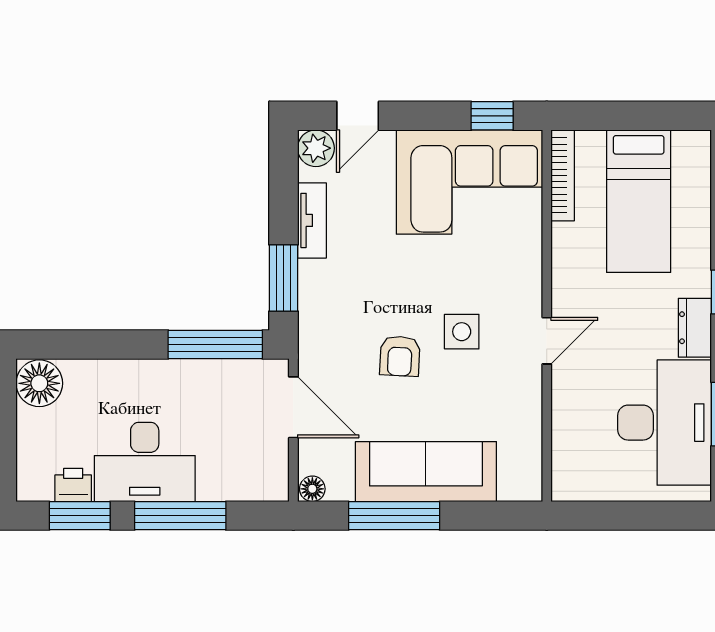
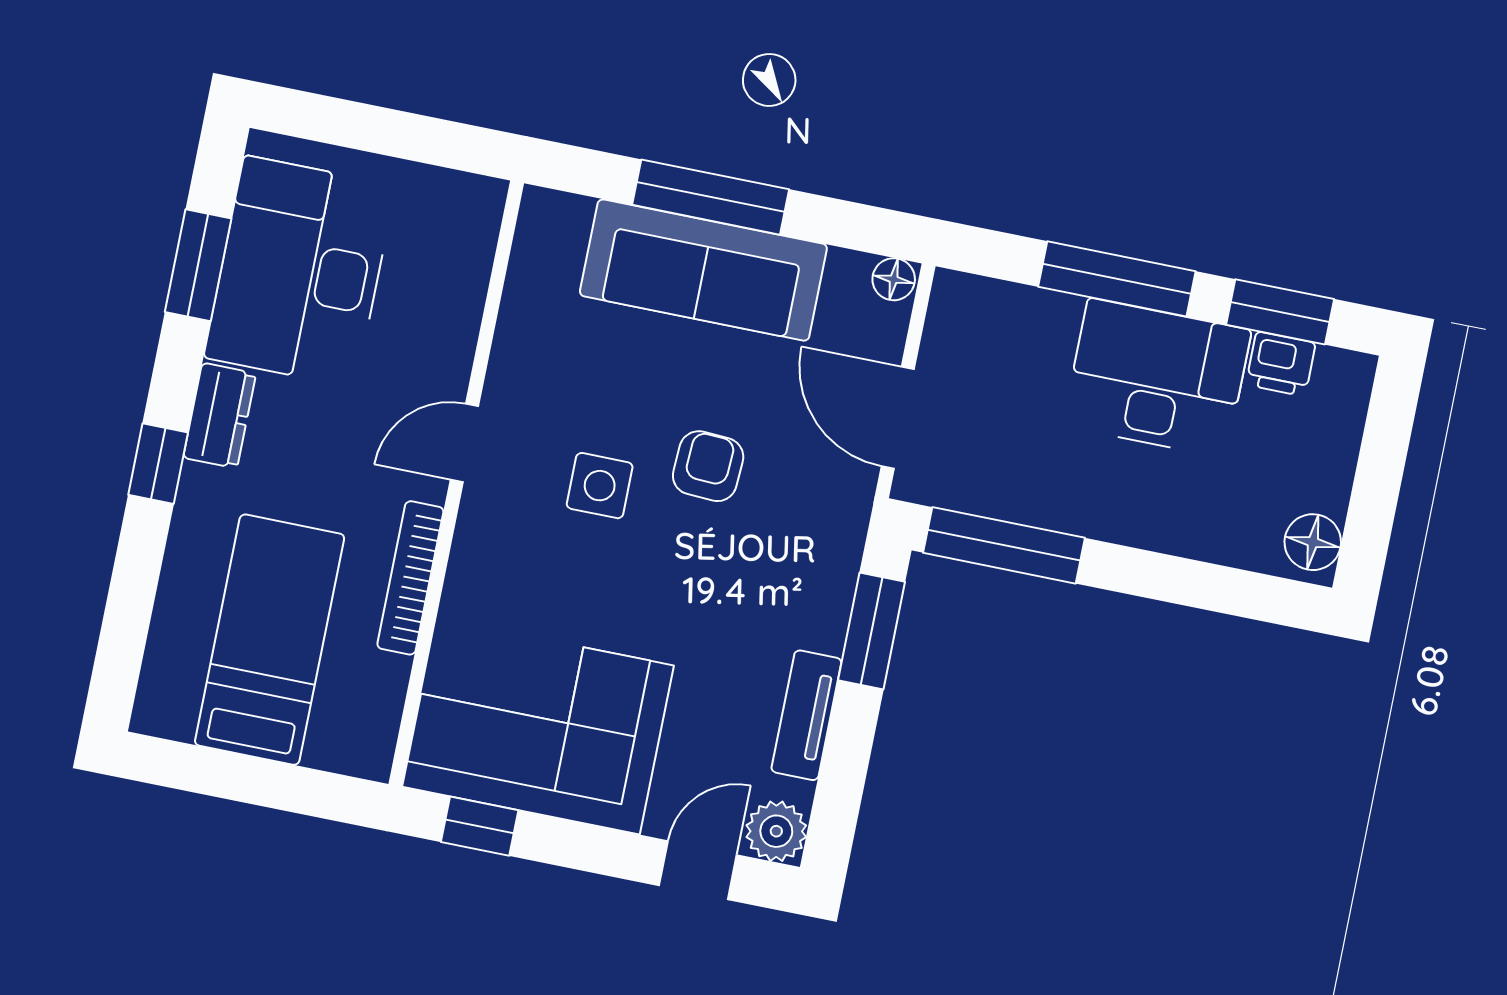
bookcase: (563, 175) -> (410, 578), moved
floor lamp: (39, 383) -> (1313, 542), width x0.73, depth x0.73
window: (394, 516) -> (711, 197), moved

